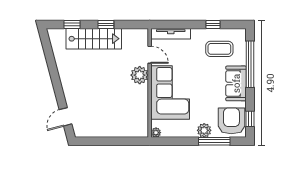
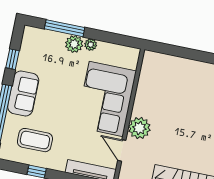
window: (250, 119) -> (12, 59), moved
armchair: (231, 121) -> (38, 49), removed
plant: (156, 133) -> (91, 45), moved

